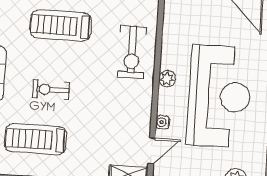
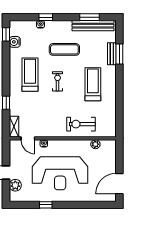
plant: (167, 79) -> (95, 144), moved

